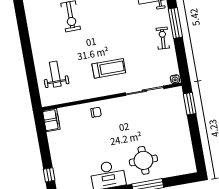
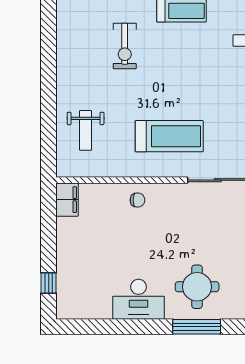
treadmill: (109, 68) -> (169, 136), width x1.37, depth x1.38
weight bench: (55, 74) -> (86, 130), turned 180

